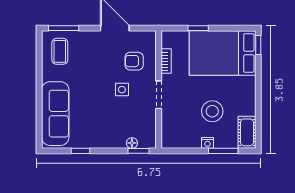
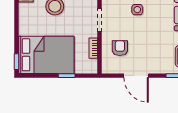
armchair: (134, 61) -> (120, 48), turned -90
side table: (122, 90) -> (137, 10), moved

